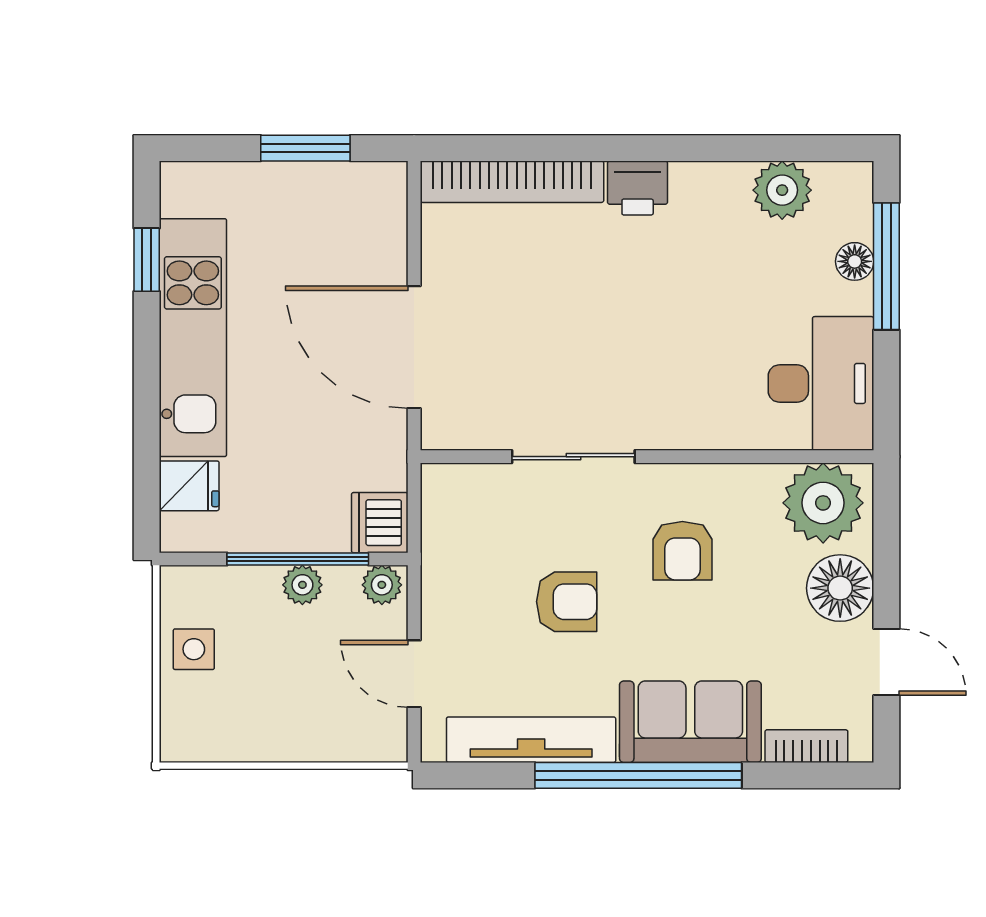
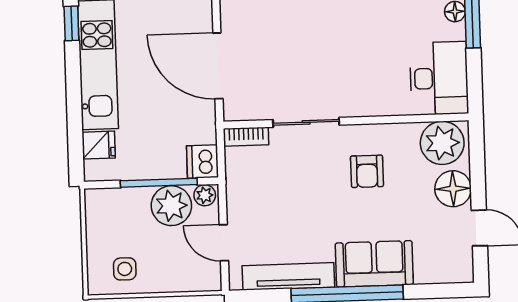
plant: (302, 585) -> (171, 206), width x1.88, depth x1.88
armchair: (567, 602) -> (305, 201), removed
side table: (194, 649) -> (125, 269), moved
bookcase: (806, 746) -> (246, 137), moved, turned 180

